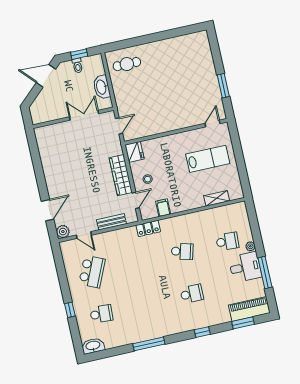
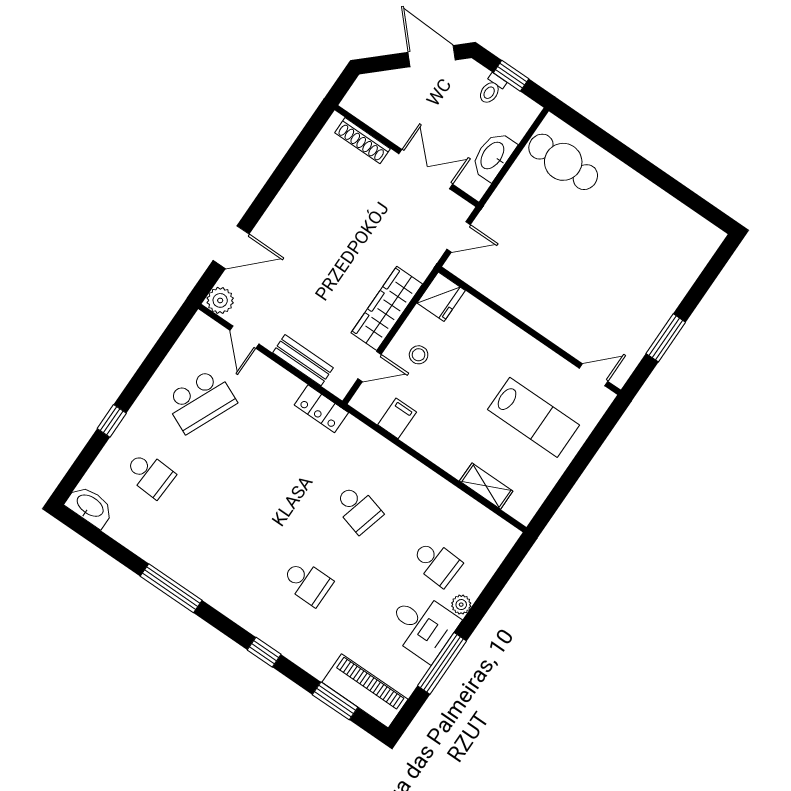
cafe table: (127, 64) -> (563, 162), width x1.37, depth x1.35
shoe rack: (53, 128) -> (362, 141), added
locker: (148, 228) -> (321, 409), moved

